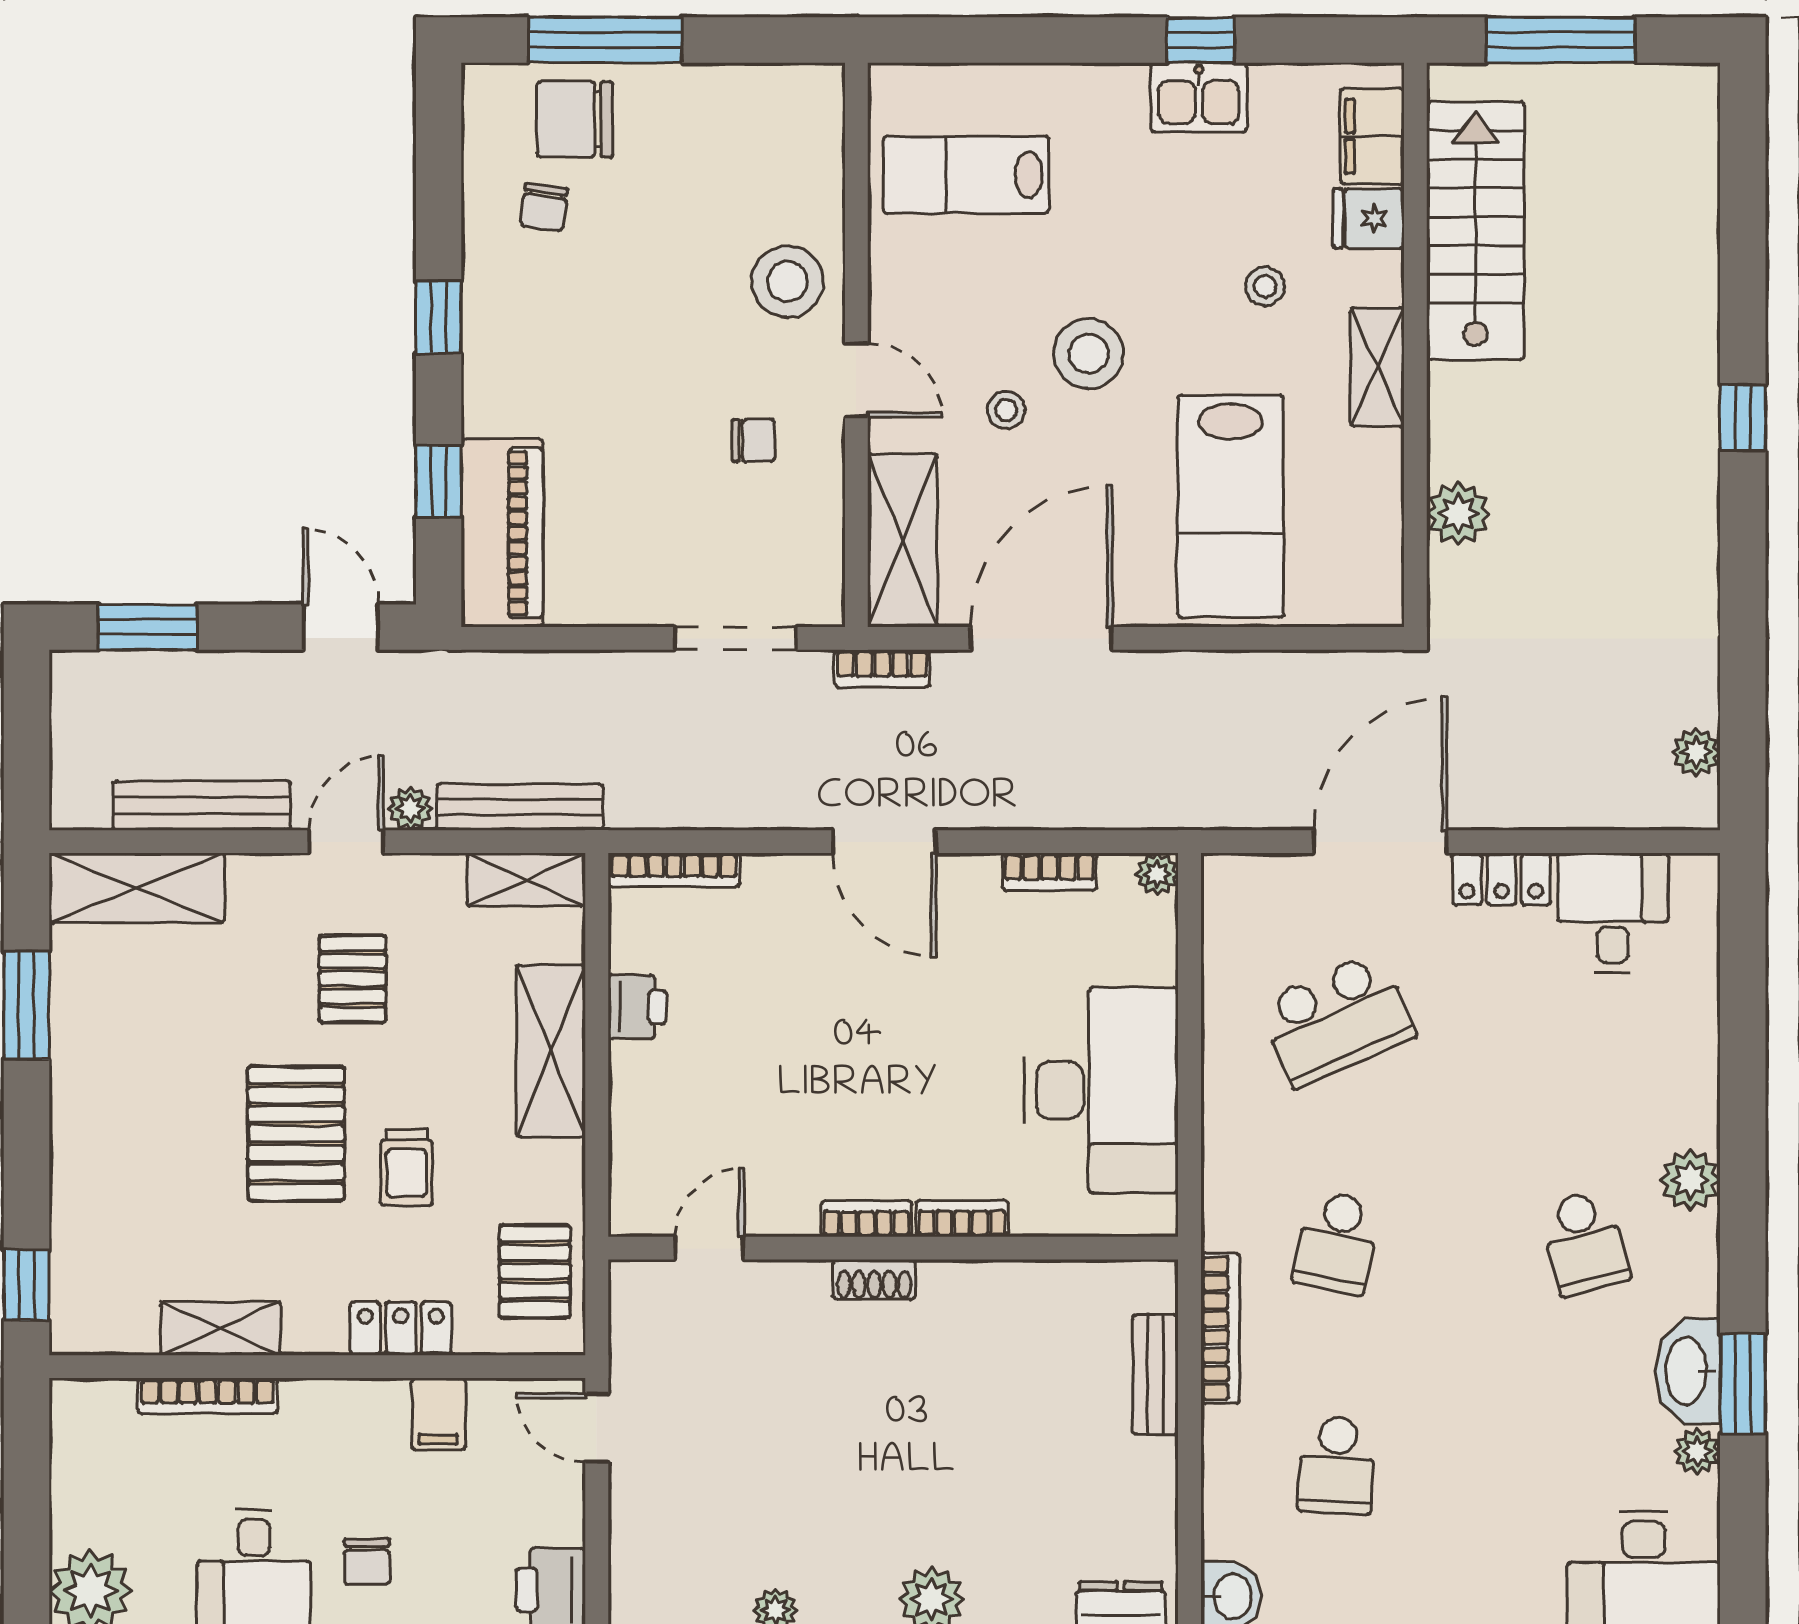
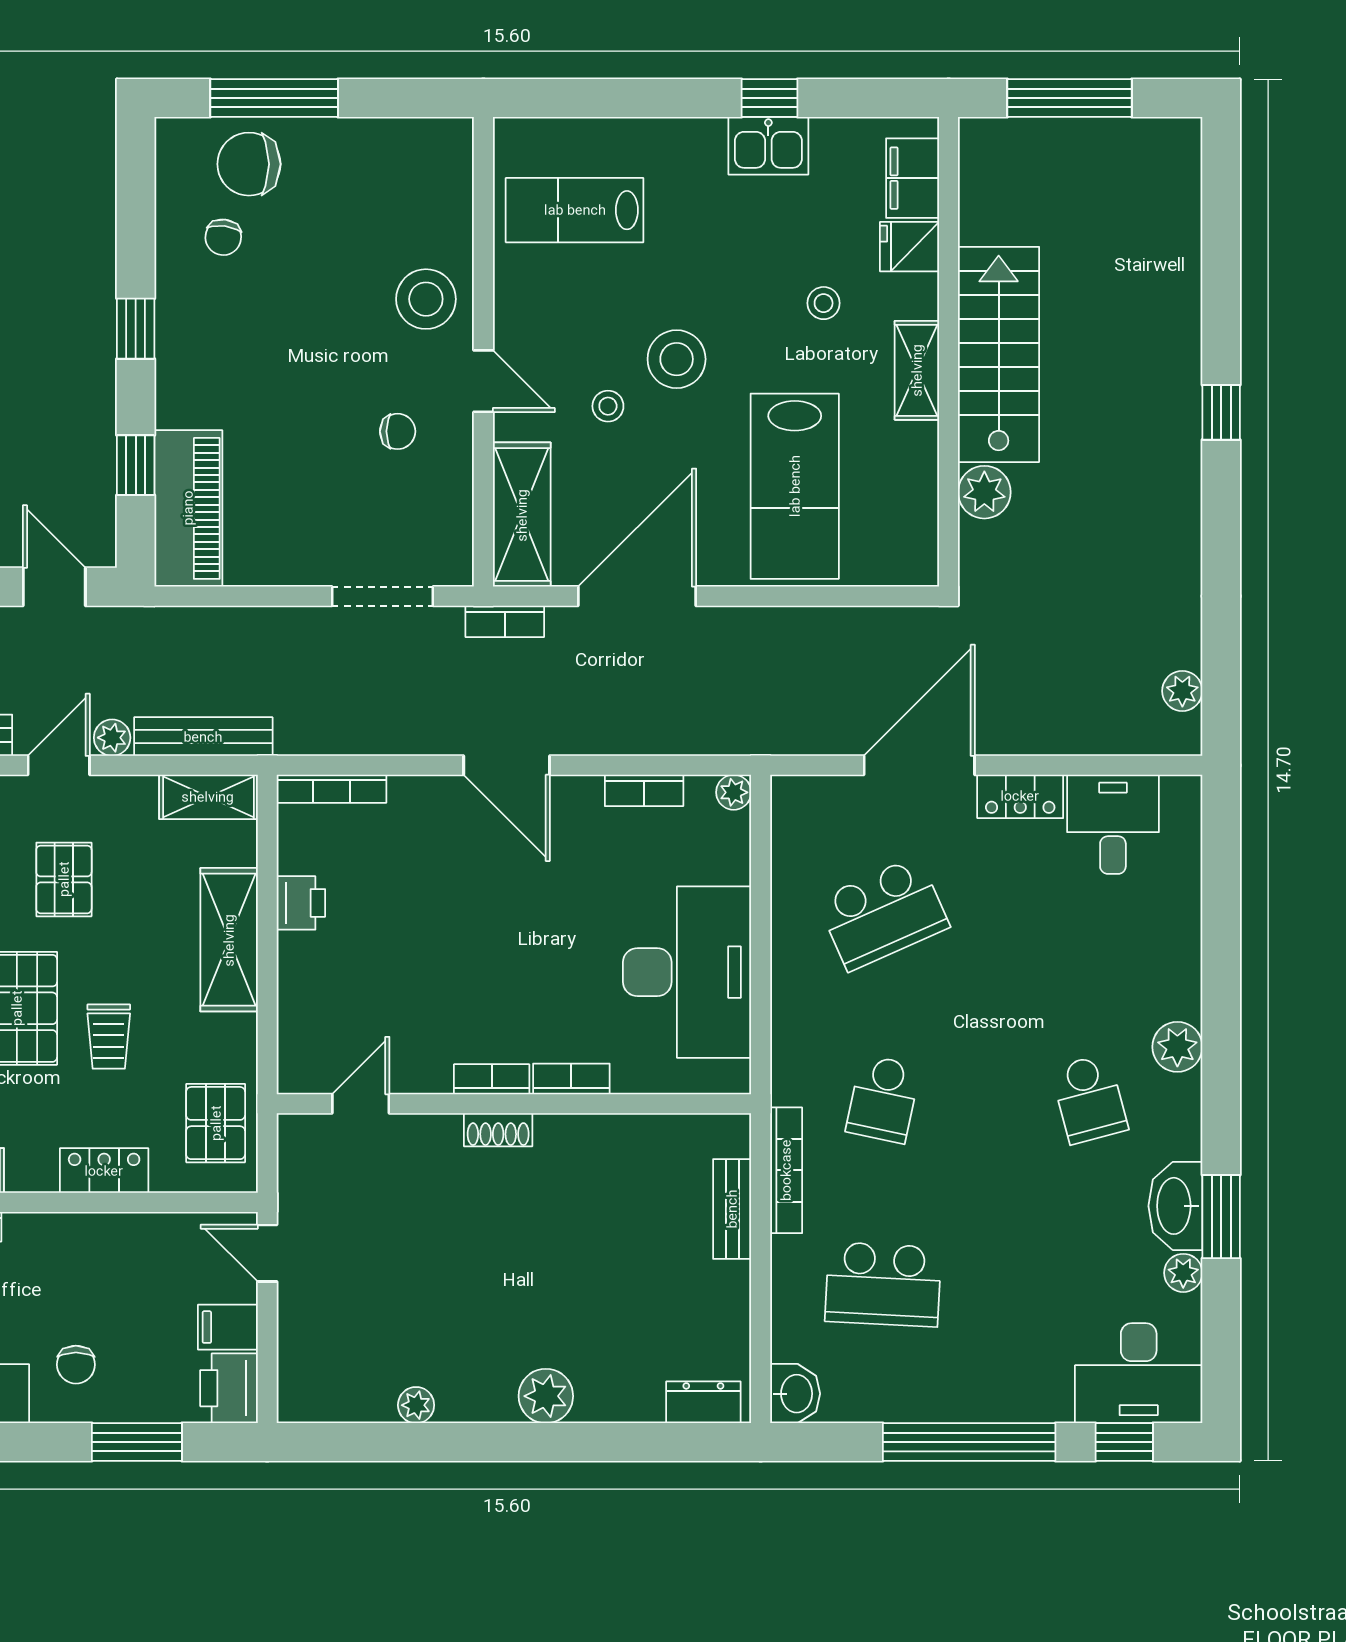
stairs: (1475, 231) -> (999, 354), moved
filing cabinet: (438, 1414) -> (228, 1327), moved, turned 90
school desk: (1337, 1465) -> (883, 1284), width x1.85

